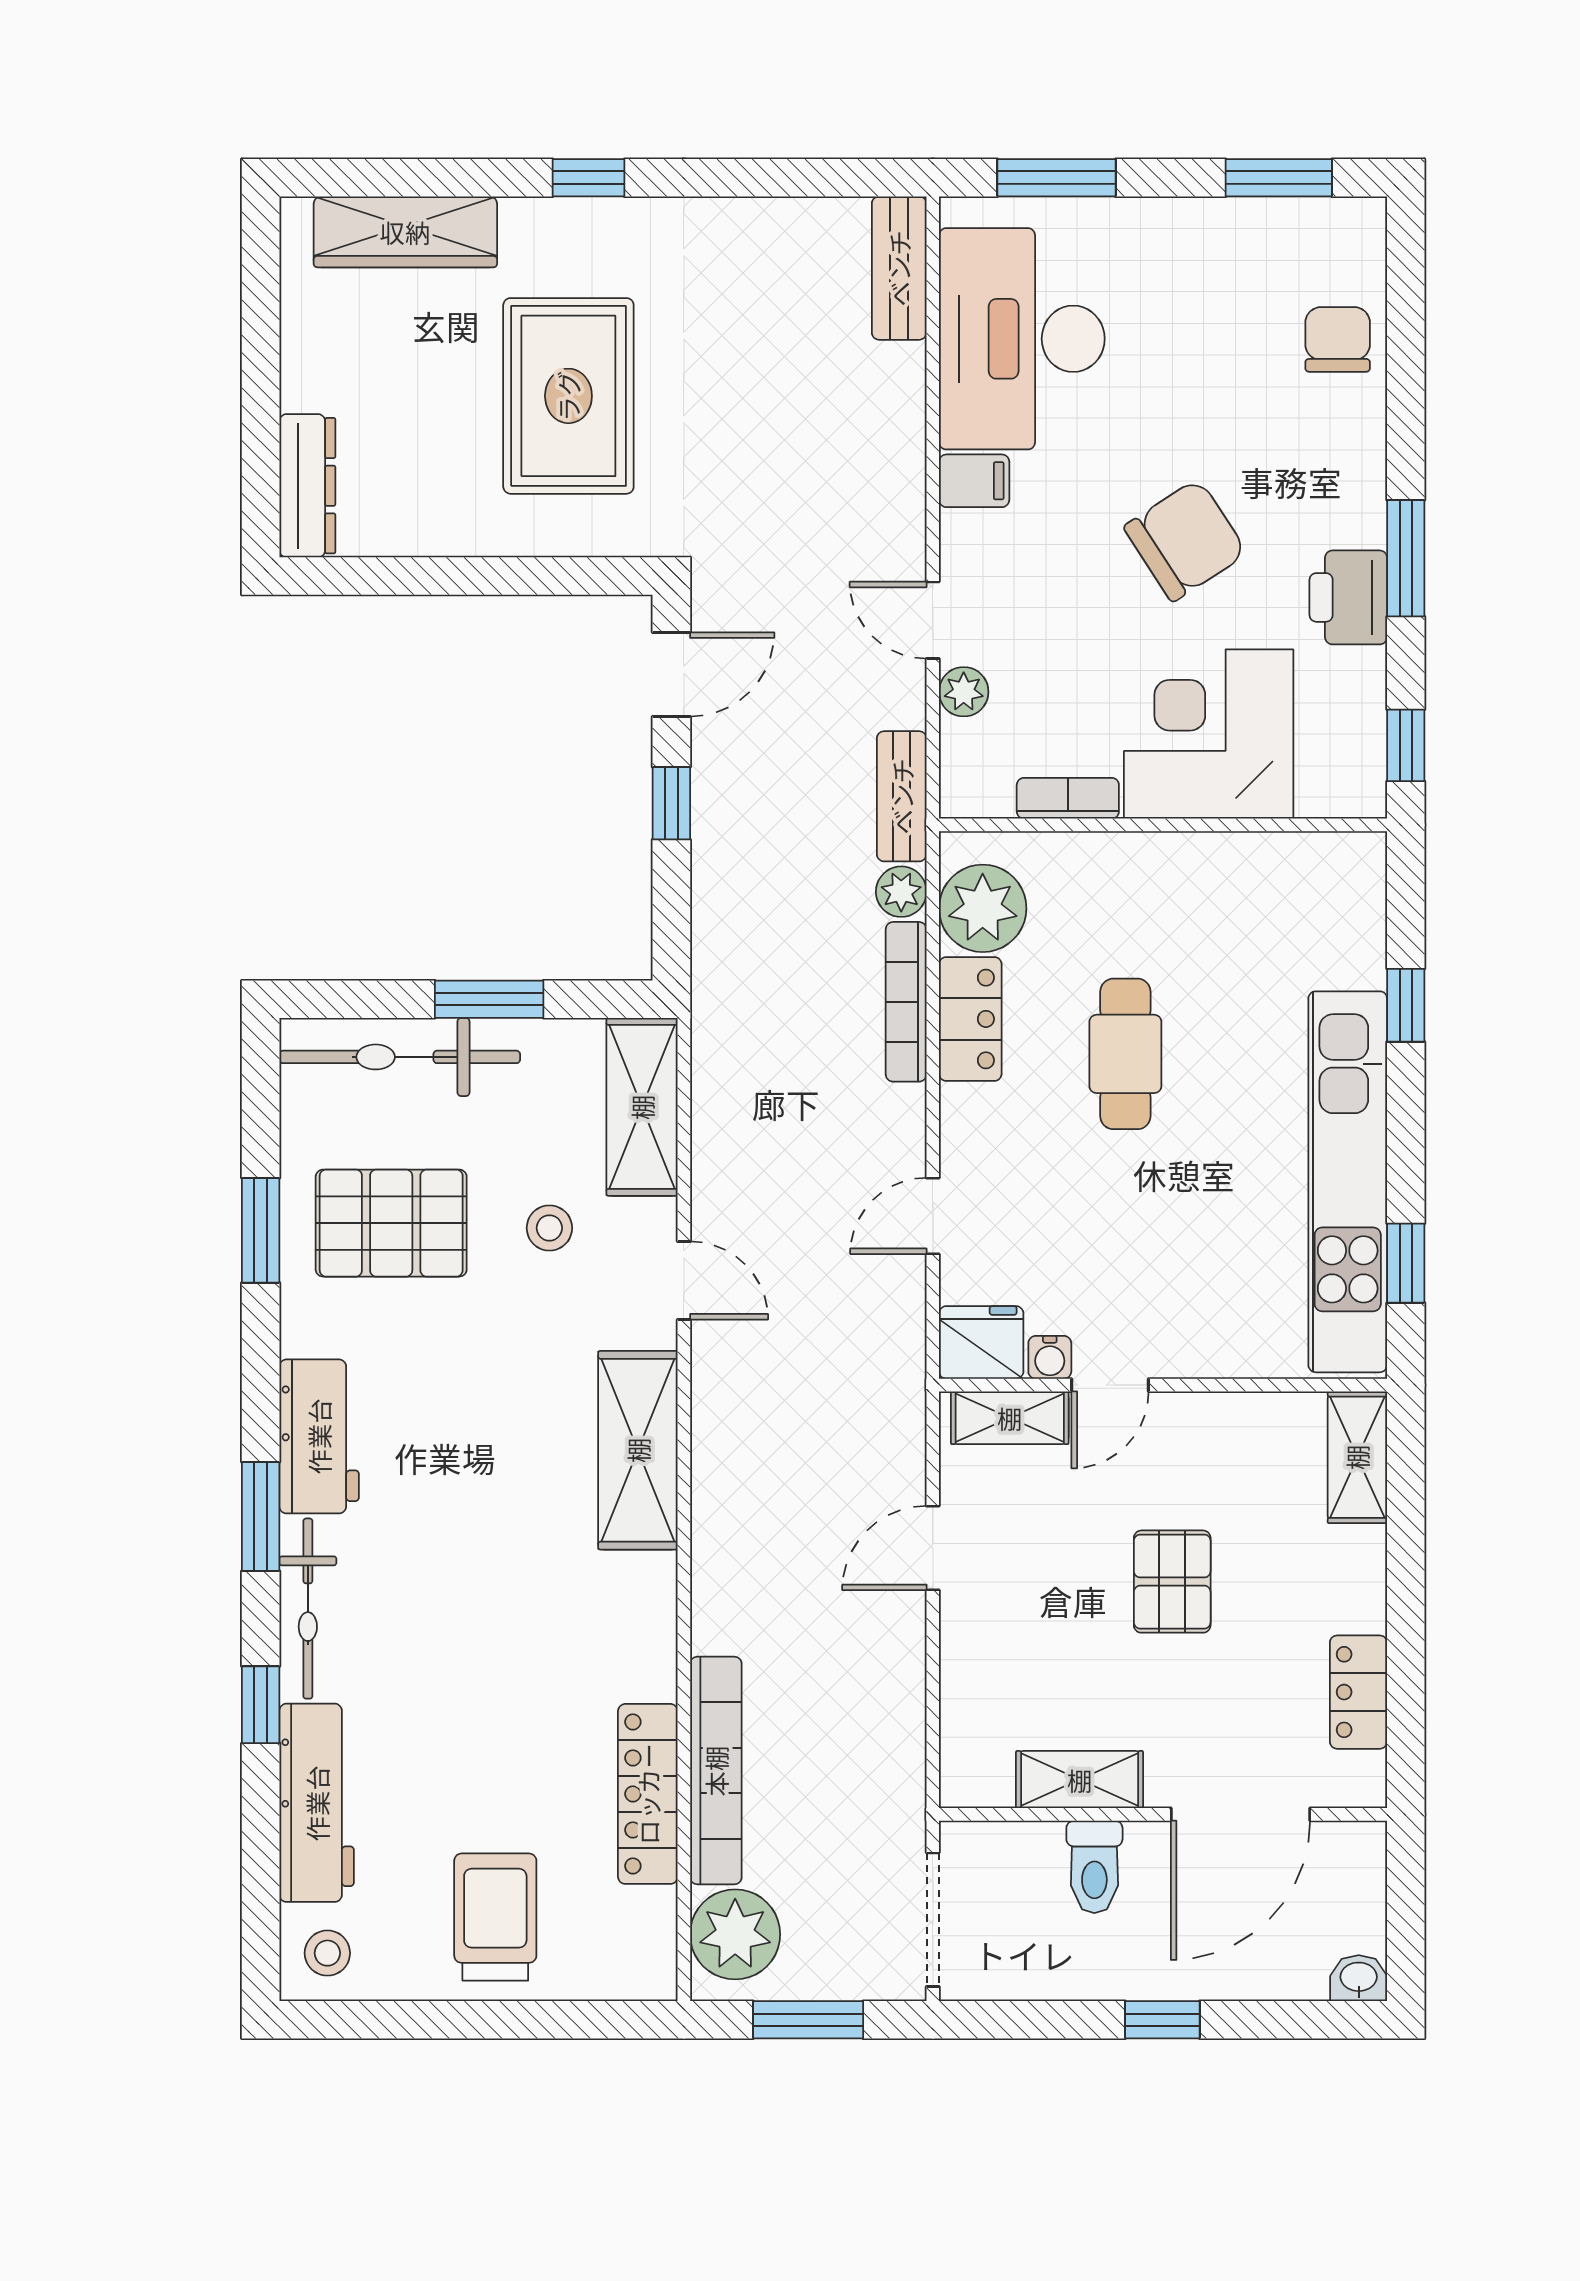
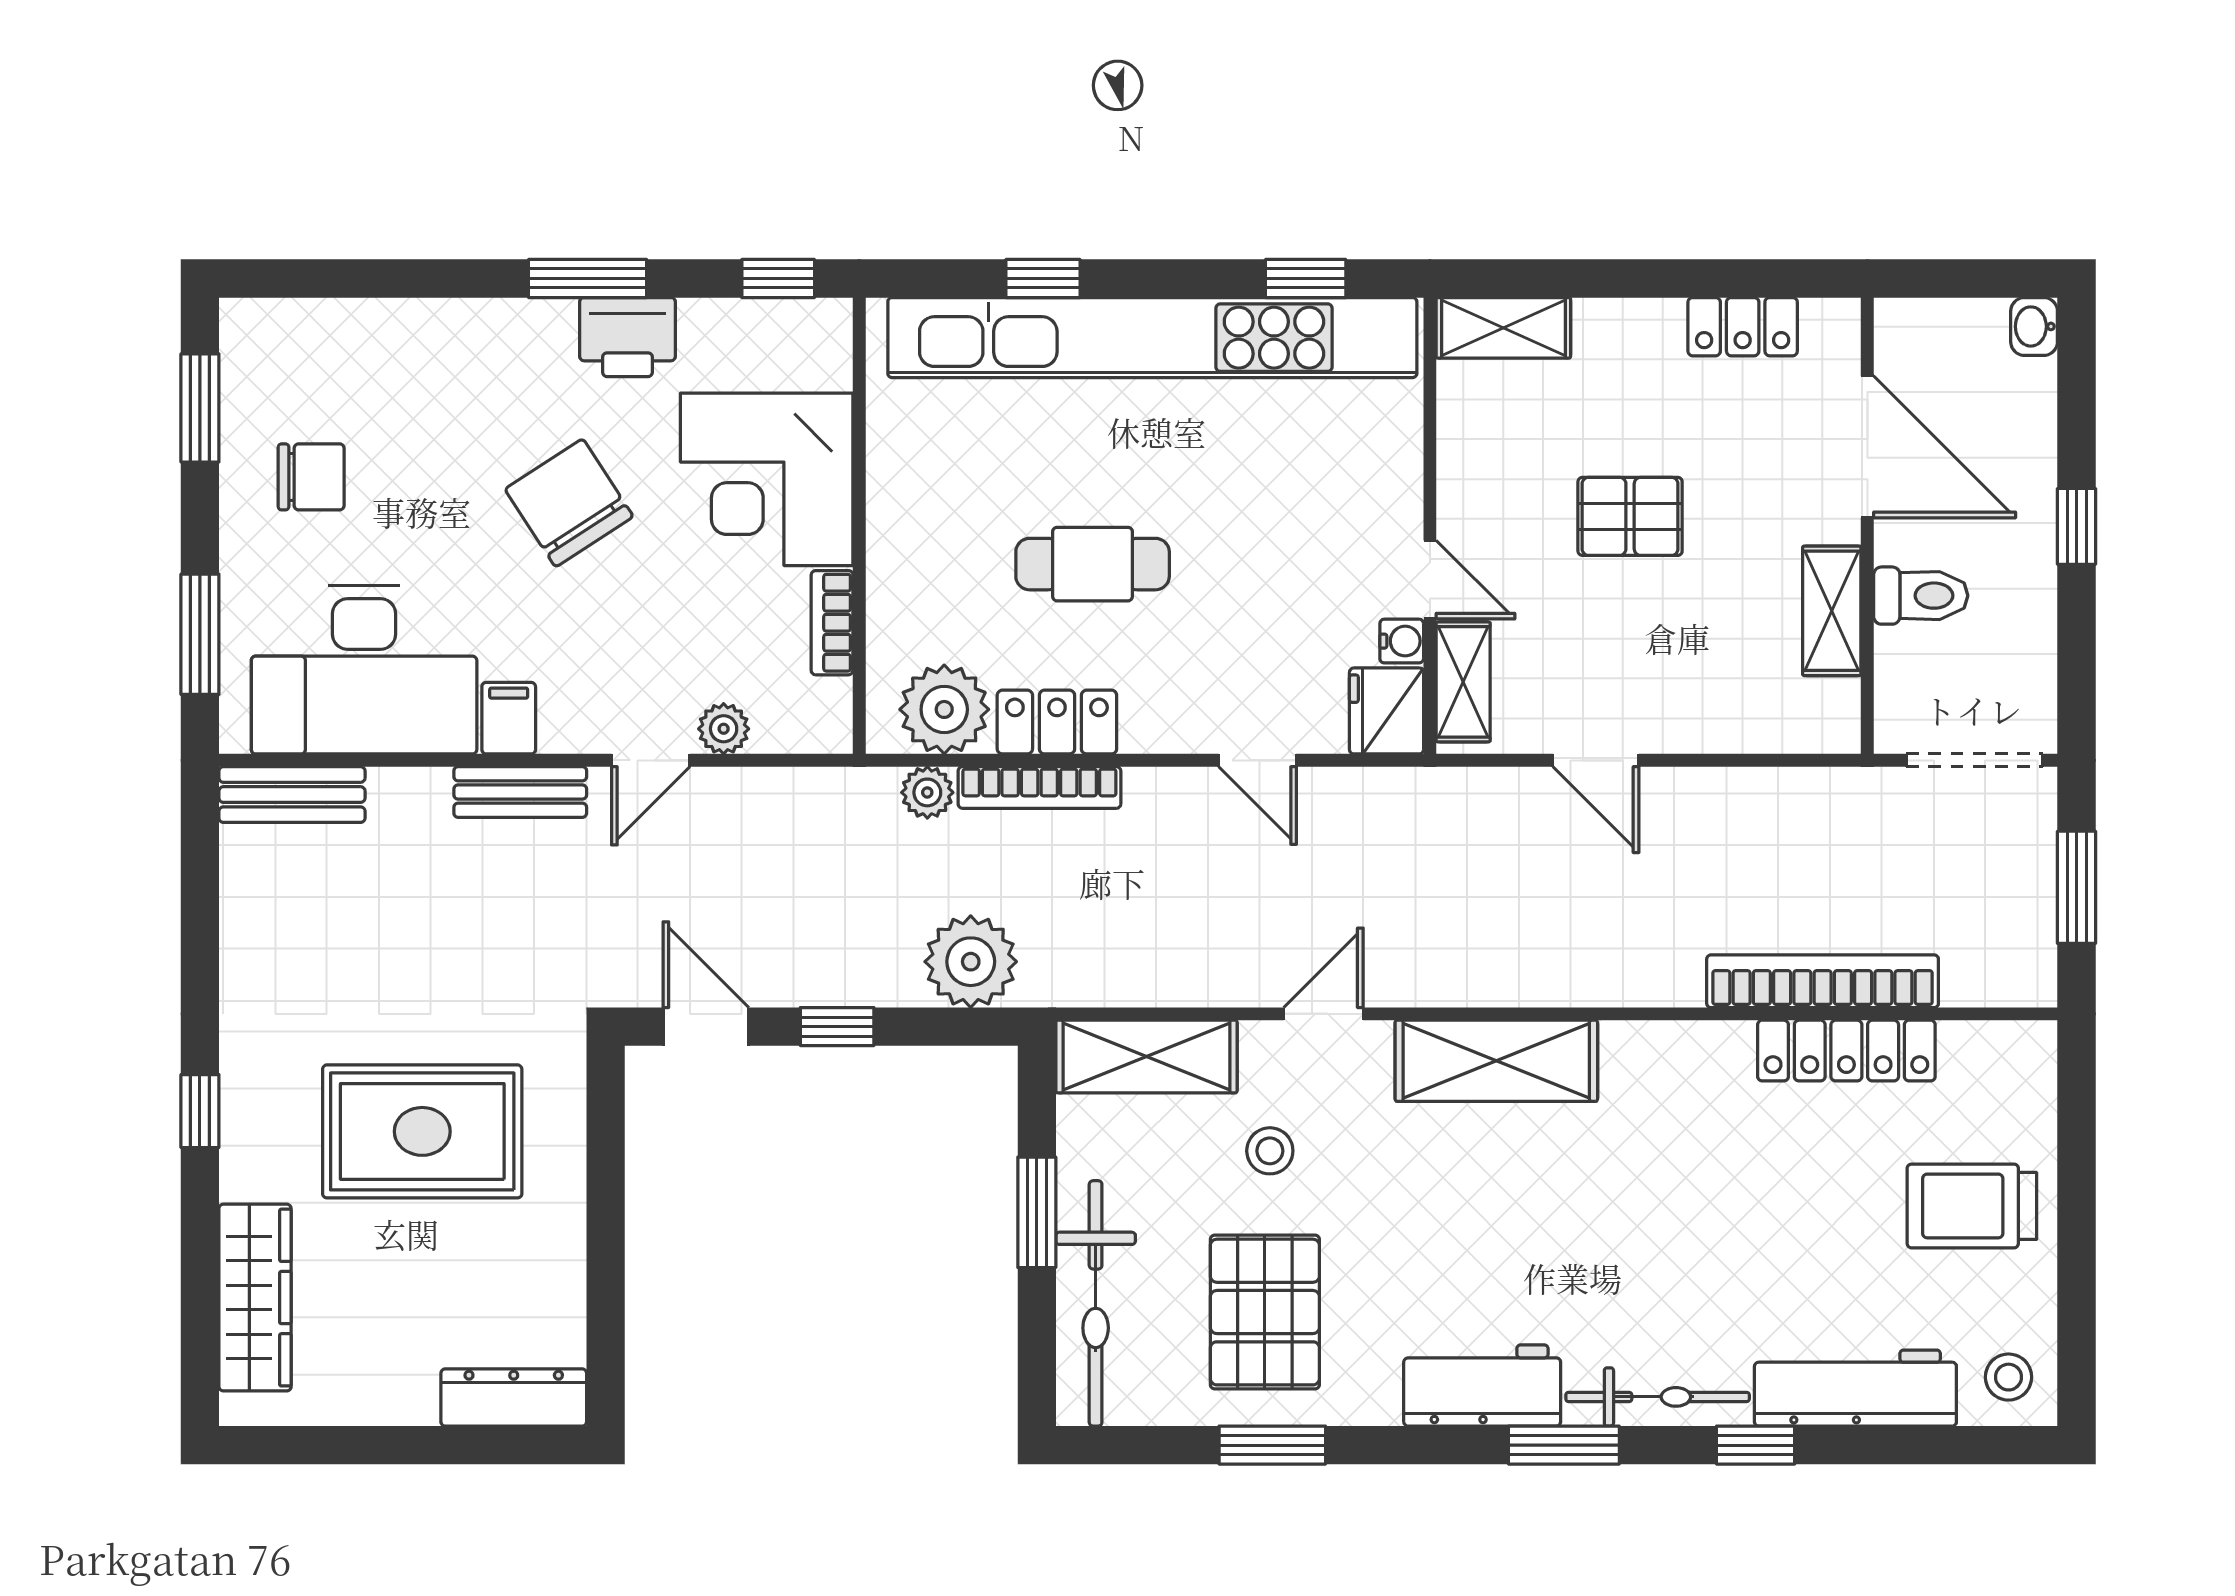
chair: (1338, 339) -> (311, 477), moved, turned 180
bench: (902, 796) -> (520, 792), moved
kitchen unit: (1348, 1182) -> (1152, 338), width x1.36
plant: (735, 1934) -> (971, 962), moved

